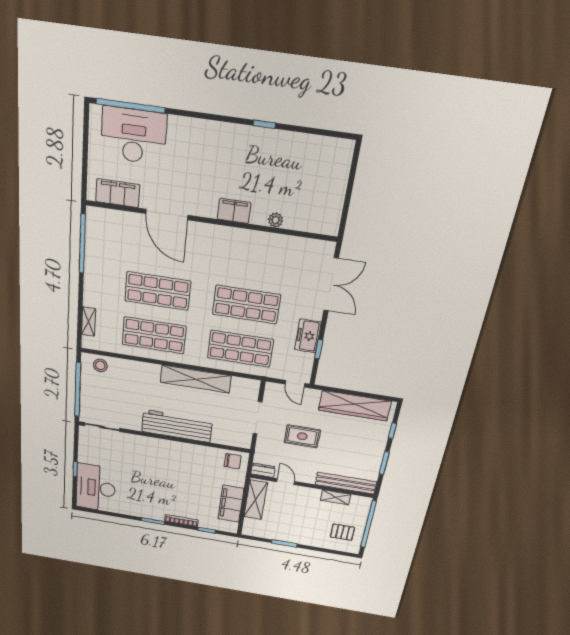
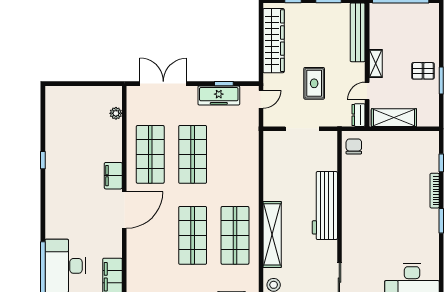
door: (167, 214) -> (124, 210), moved
plant: (276, 220) -> (116, 113), moved
freezer: (308, 336) -> (219, 95), width x1.40
shop shelf: (240, 349) -> (150, 154), moved
shelving: (196, 379) -> (272, 234), moved
shelving: (336, 497) -> (376, 63), moved
filing cabinet: (231, 504) -> (404, 142), removed
pallet: (342, 532) -> (423, 71), moved, turned 90

